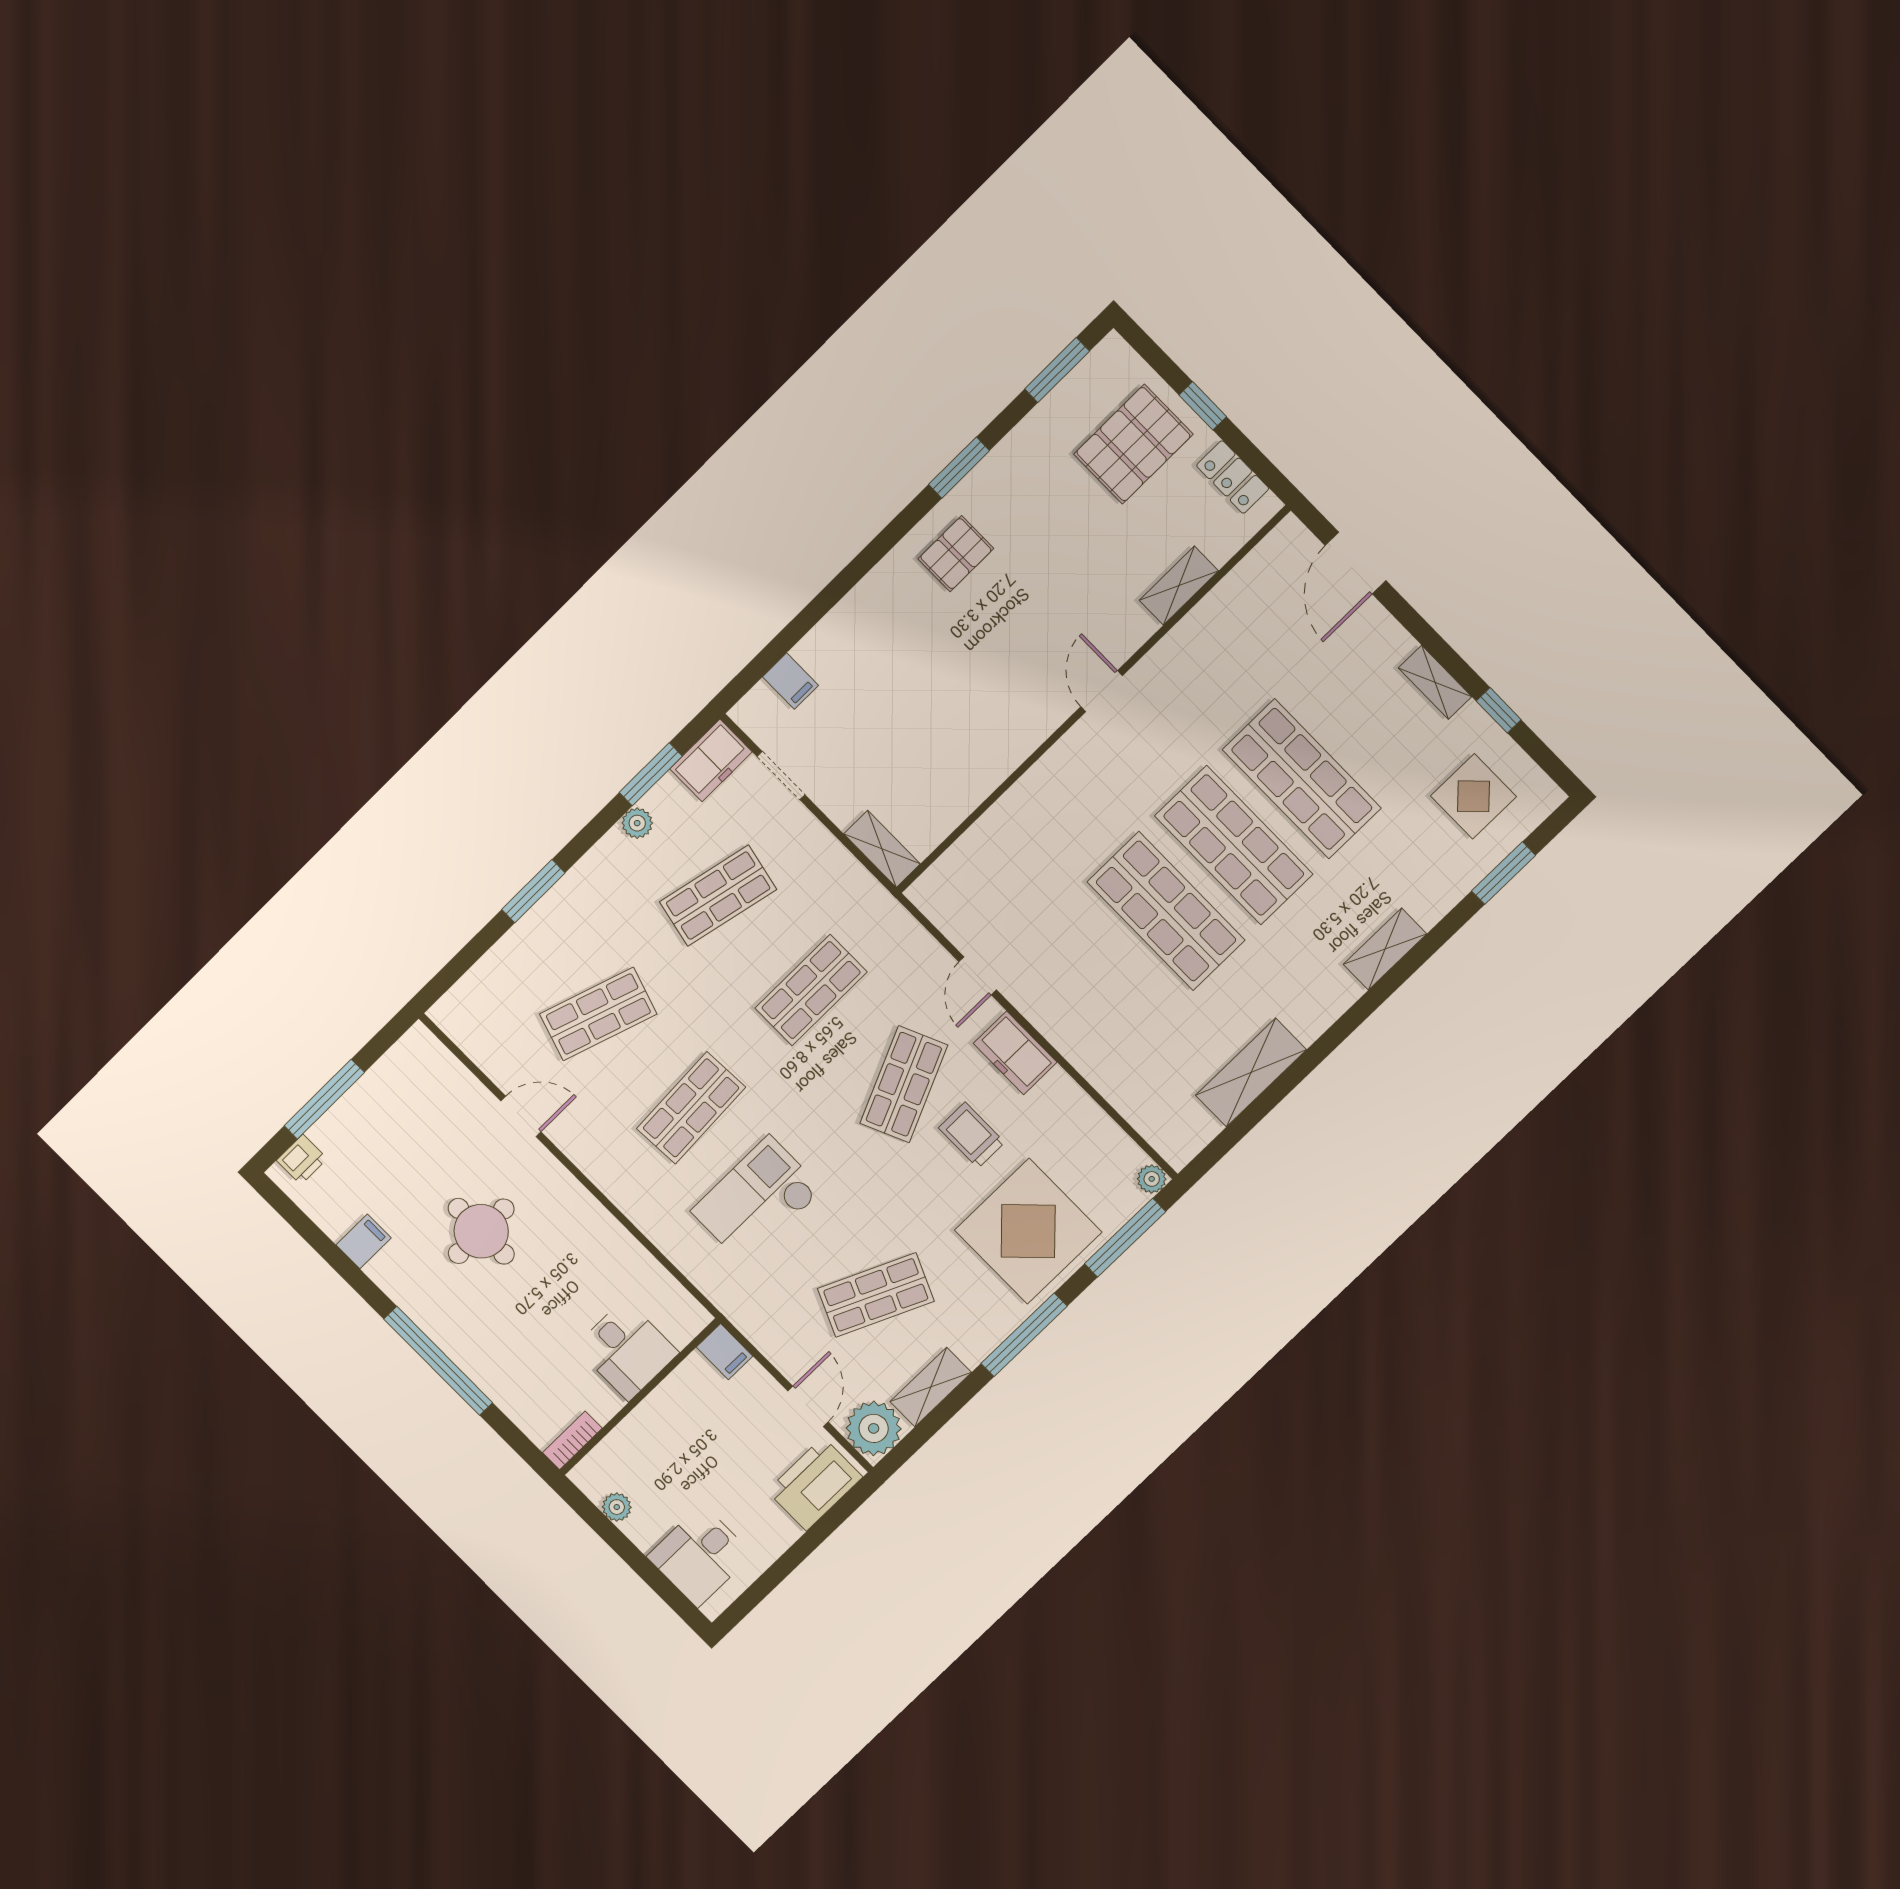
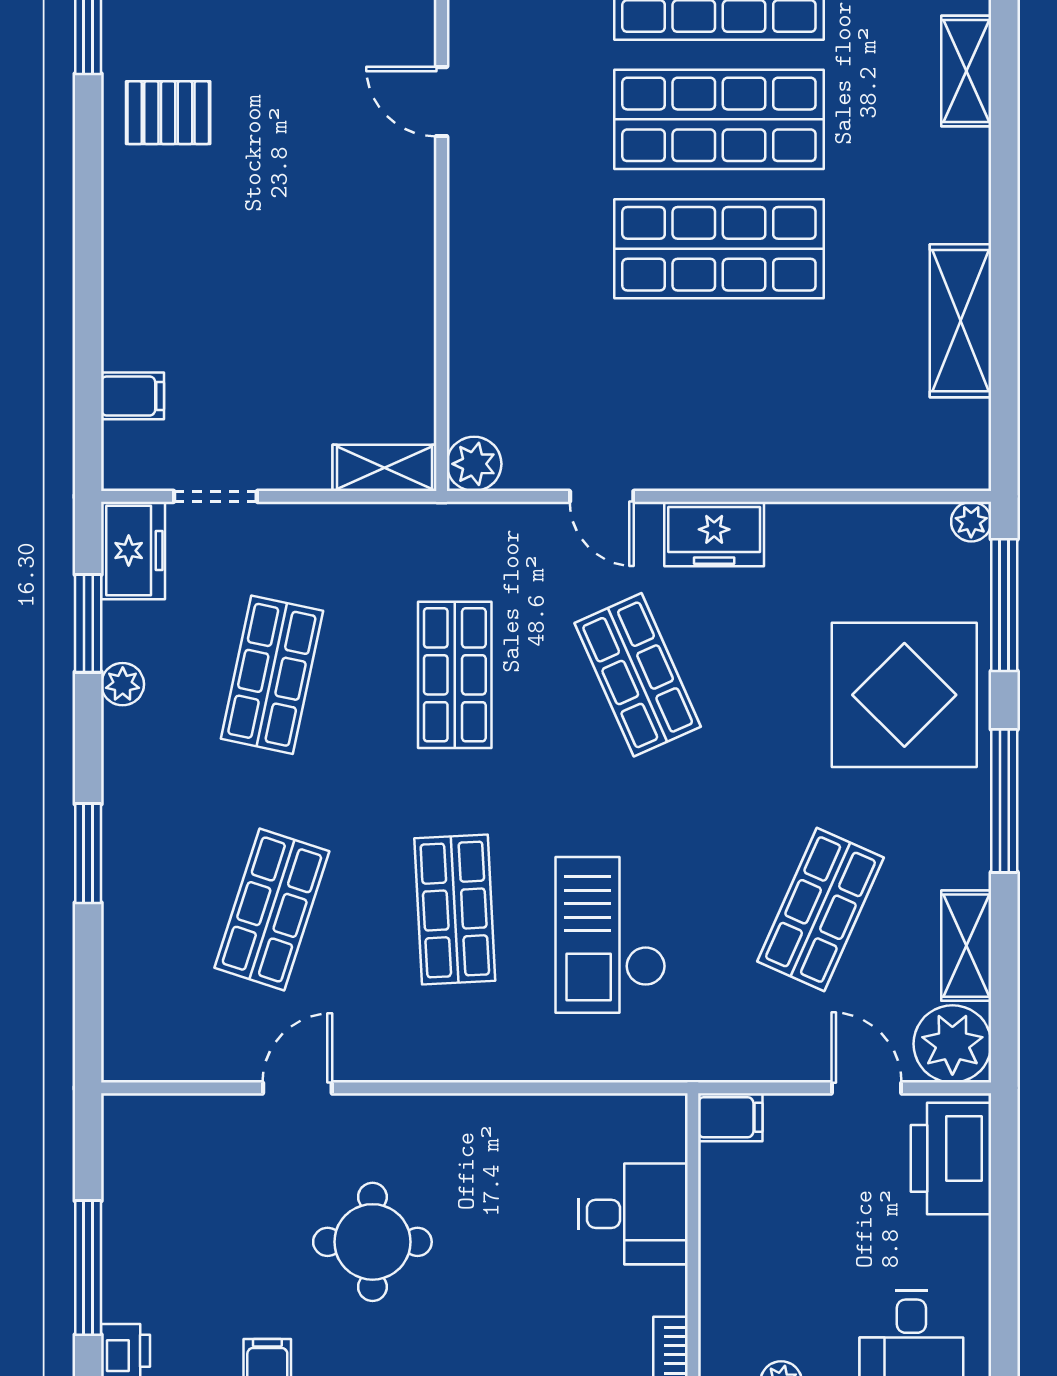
pallet: (956, 554) -> (168, 113), turned 90
plant: (930, 893) -> (474, 464), added
trolley: (972, 1135) -> (754, 657), removed

